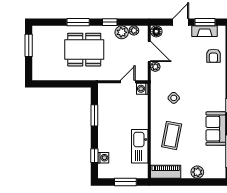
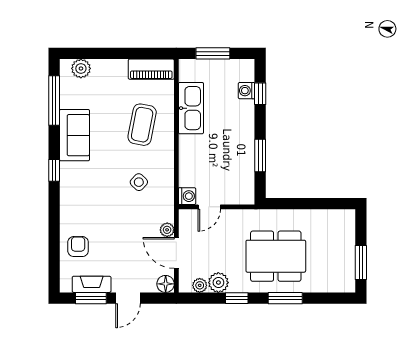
plant: (197, 172) -> (81, 68), moved

